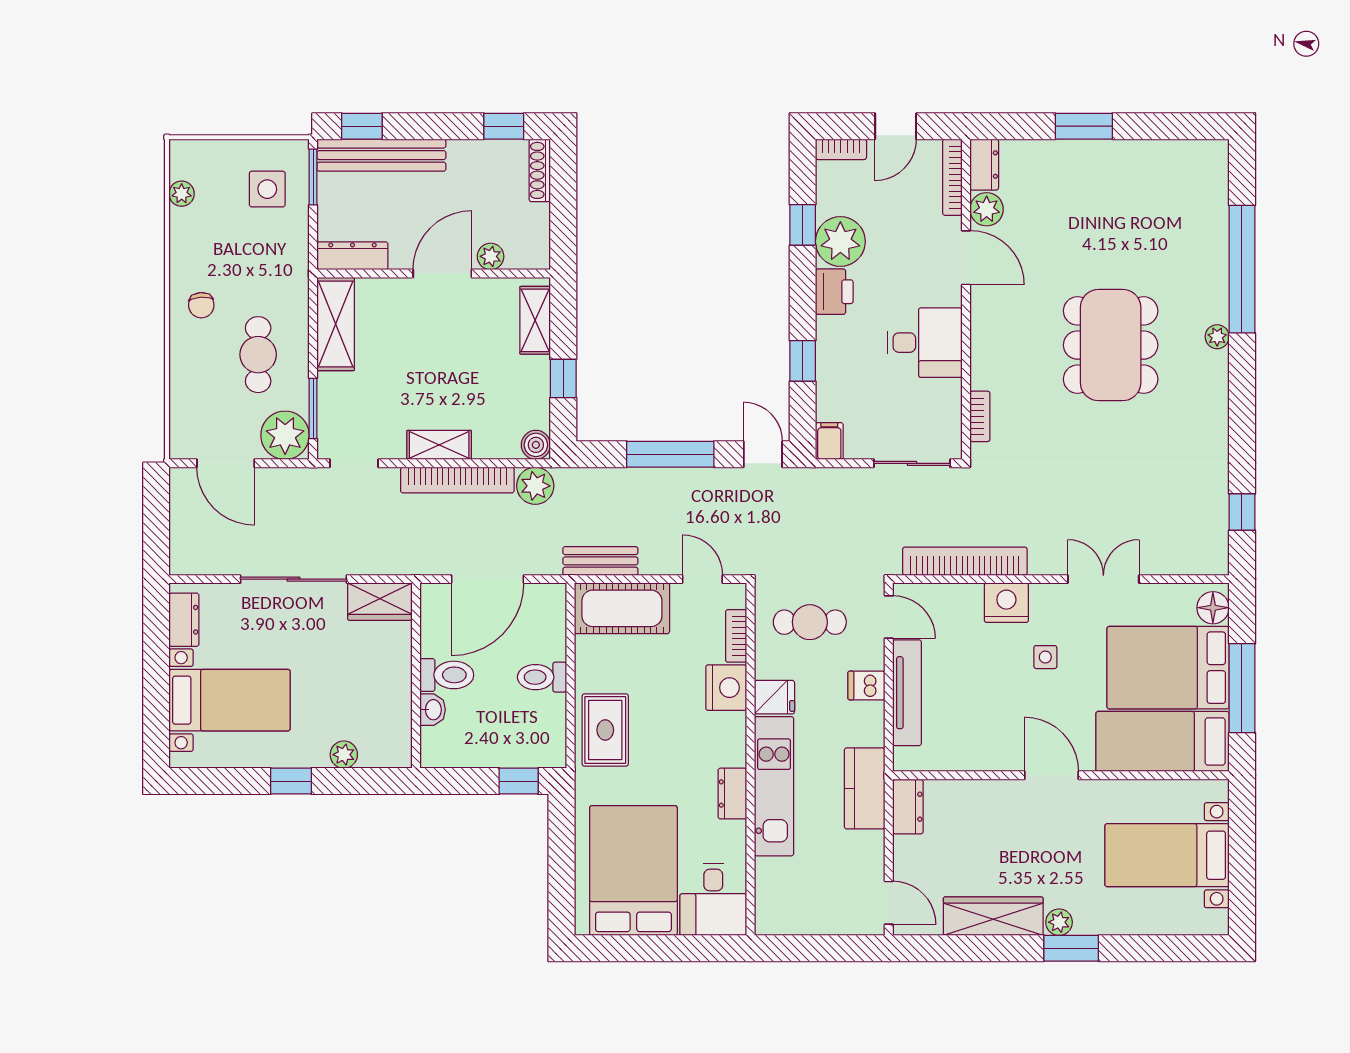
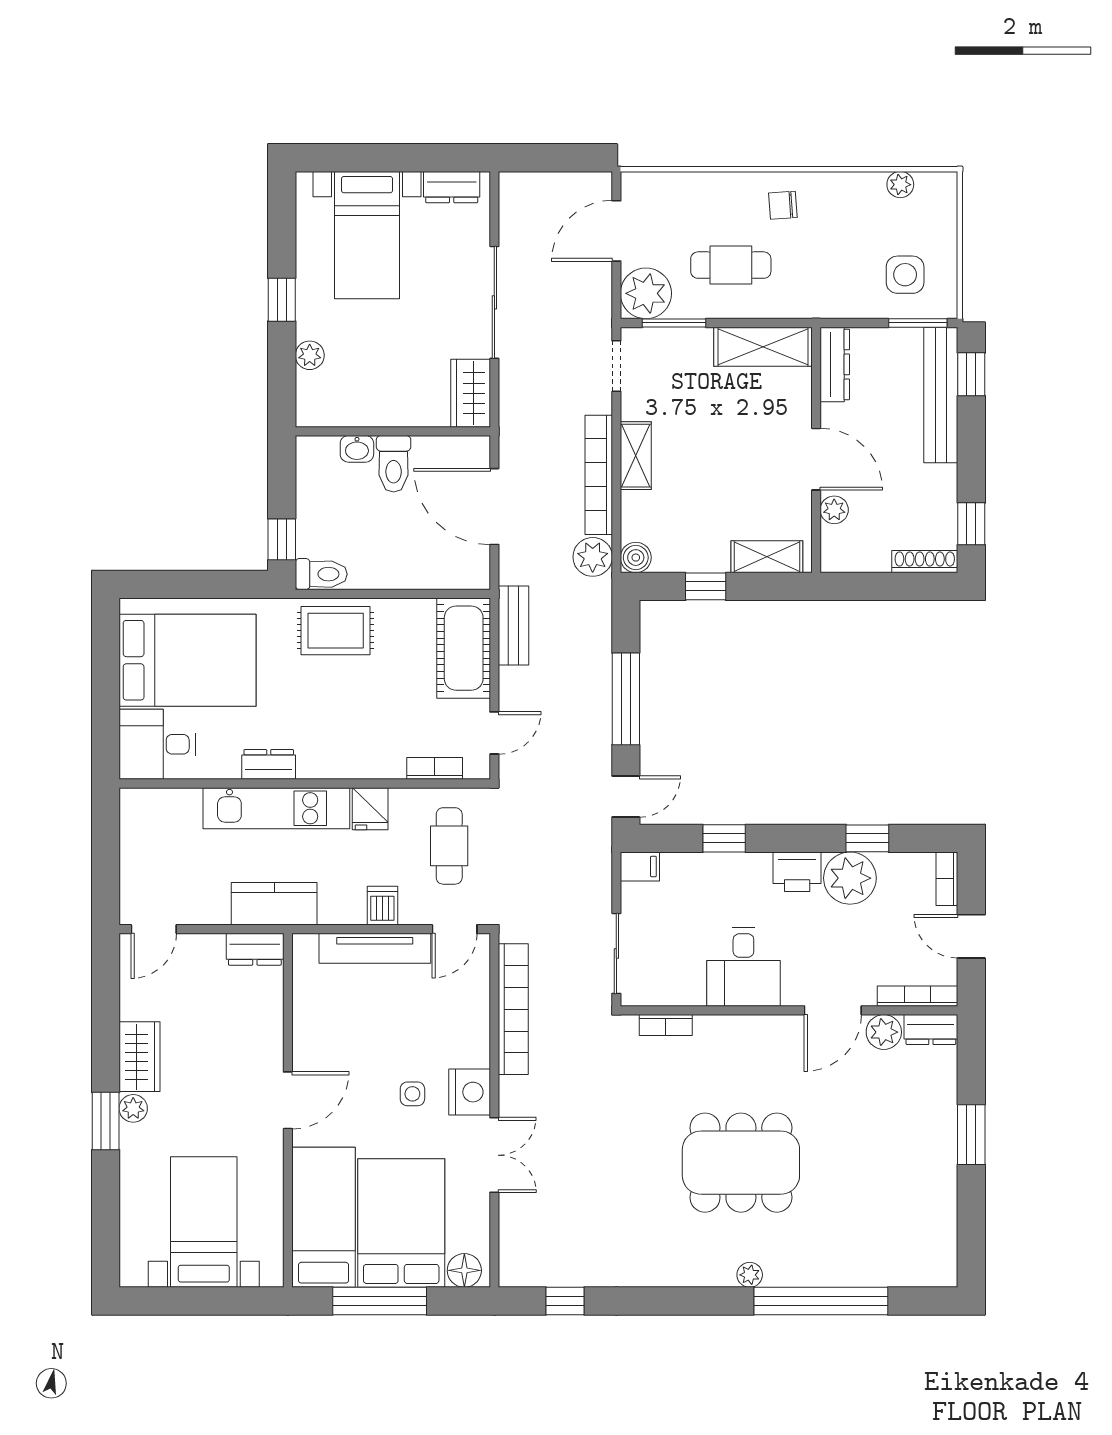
nightstand: (1006, 603) -> (470, 1092), moved
toilet: (542, 677) -> (321, 574), moved, turned 90
nightstand: (726, 688) -> (380, 758), removed
wardrobe: (993, 916) -> (140, 1057), width x0.67

